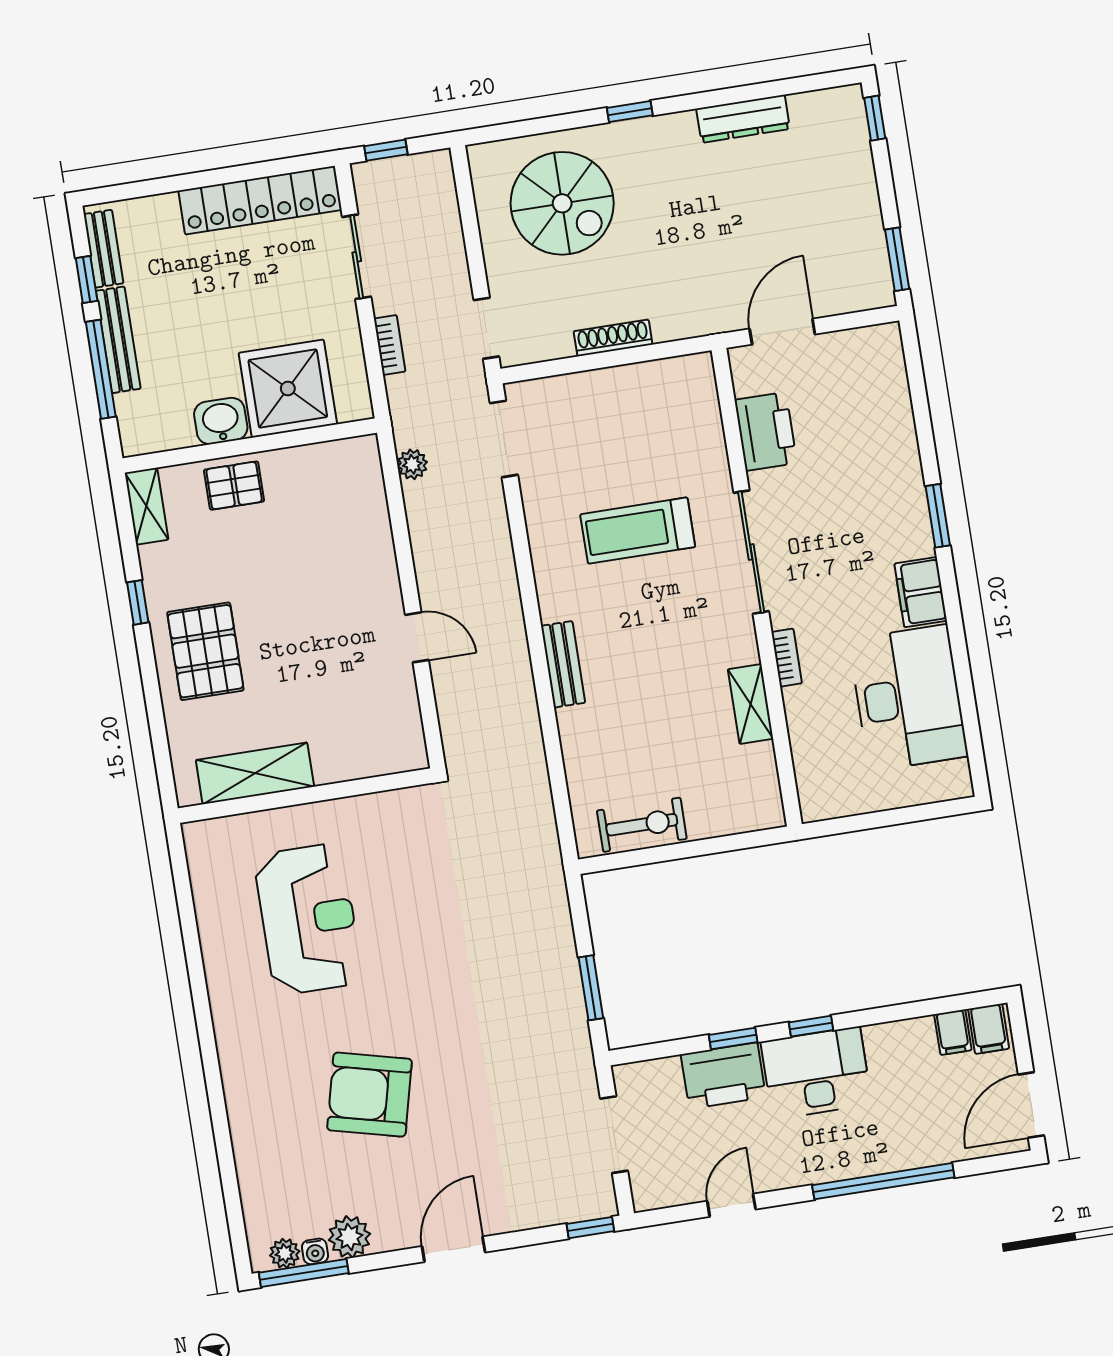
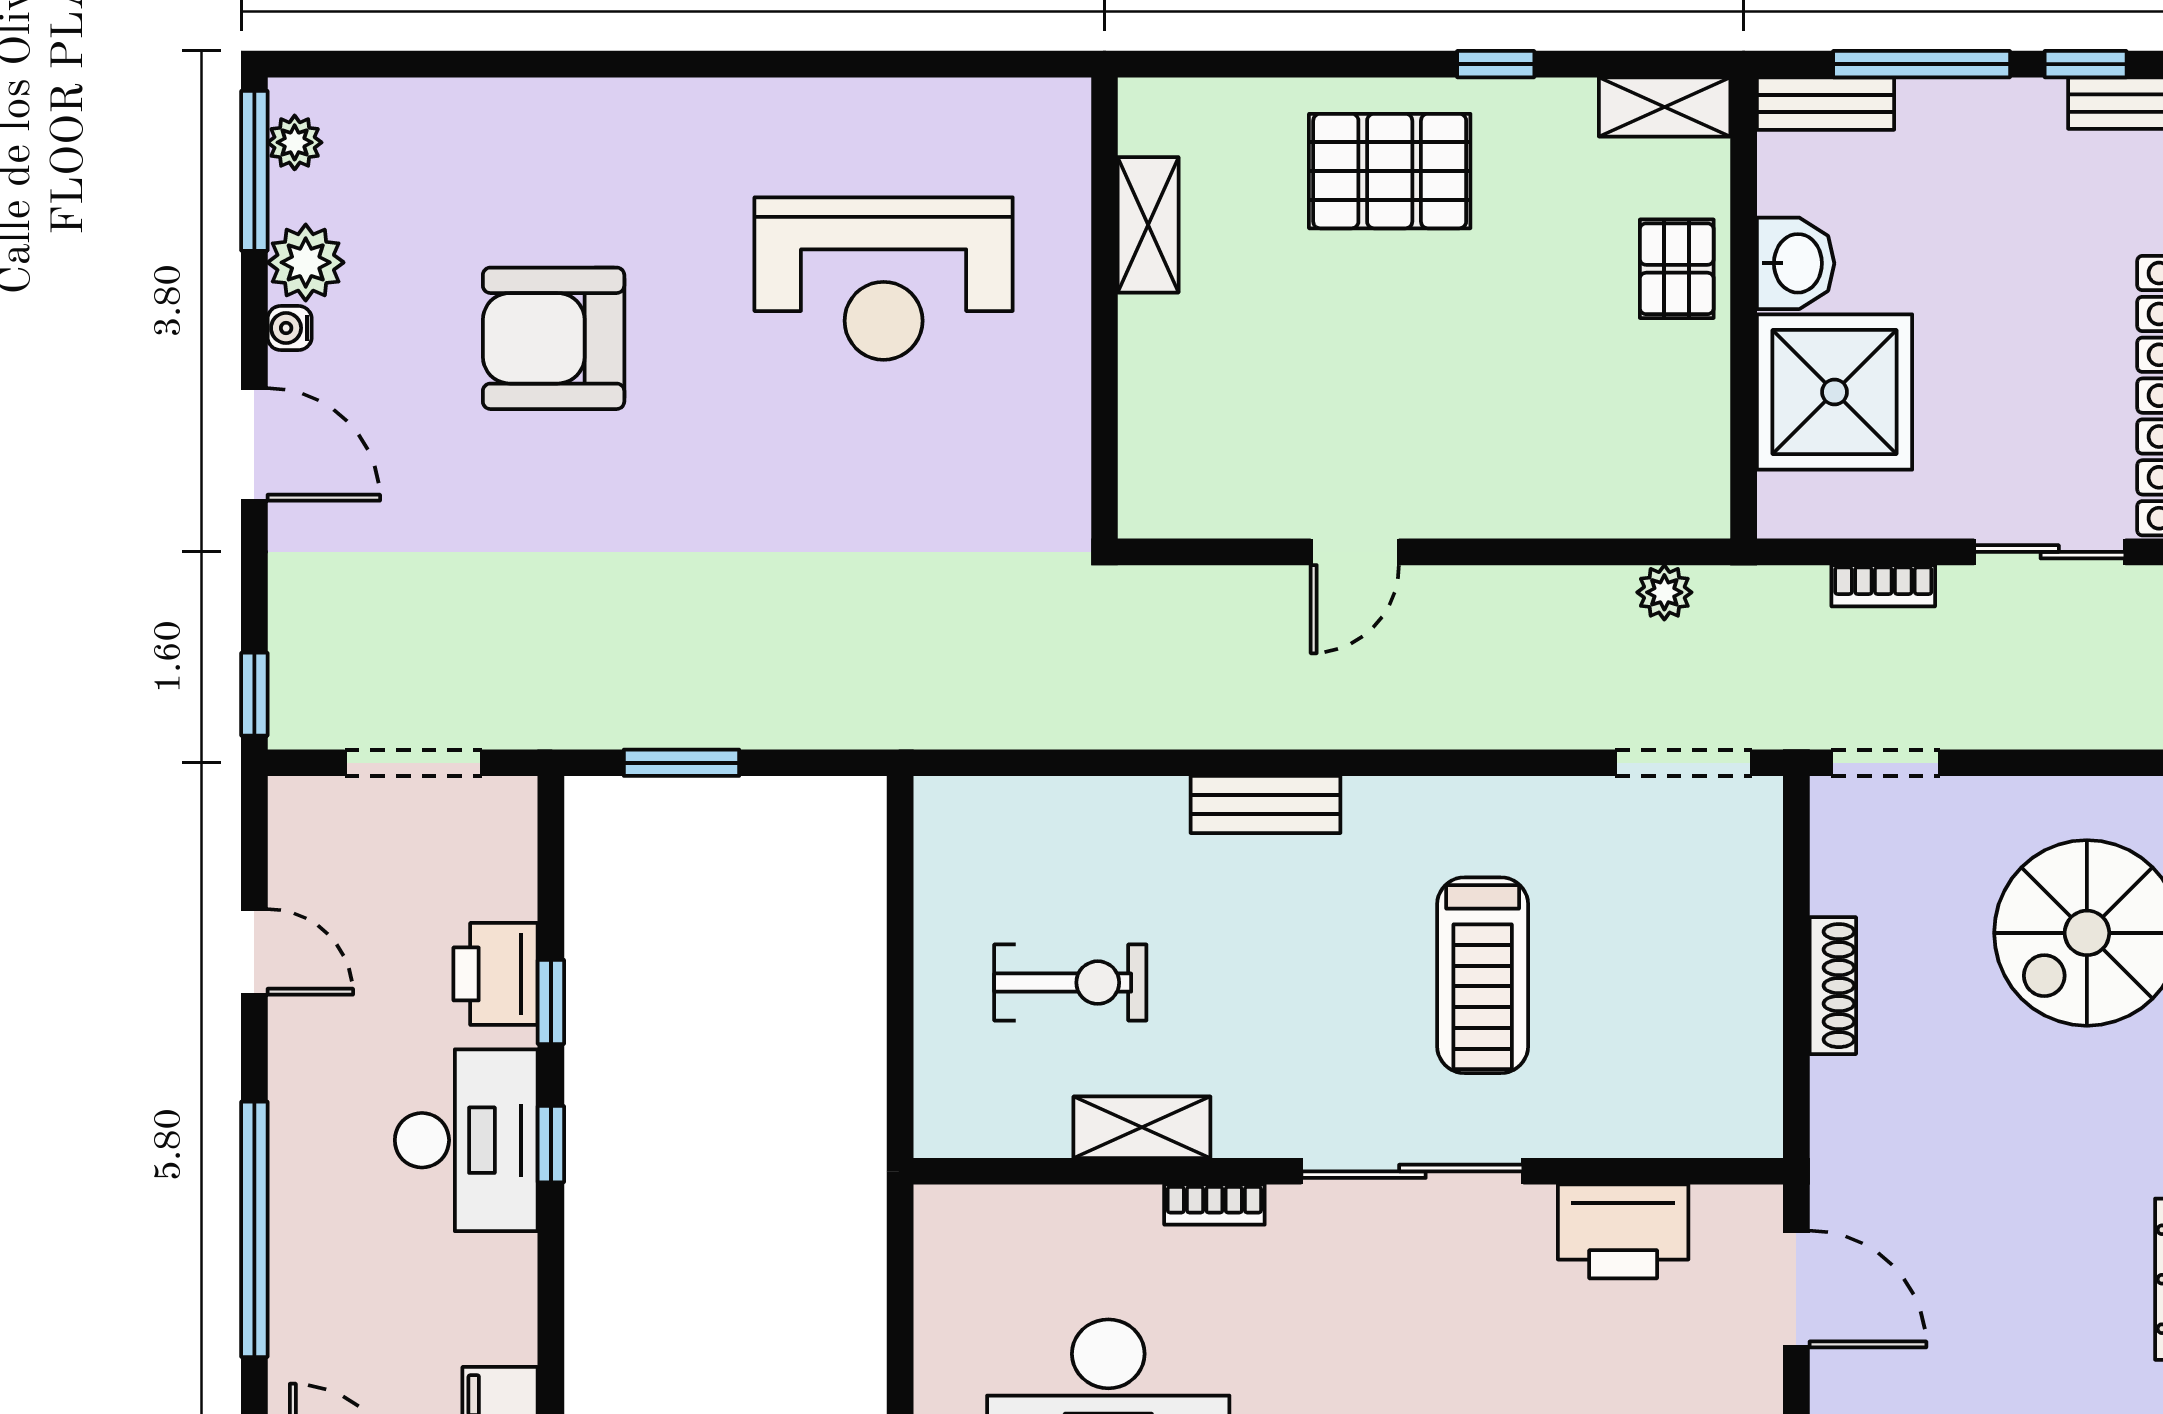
bench: (118, 340) -> (1826, 104), moved, width x0.73
treadmill: (638, 531) -> (1483, 975), turned 180
shelving: (255, 773) -> (1148, 225), width x0.67, depth x0.75
exercise bike: (642, 825) -> (1070, 983), moved, turned -90
printer: (723, 1076) -> (496, 974), width x0.73, depth x0.84
armchair: (370, 1095) -> (554, 338), turned -104
water cooler: (315, 1251) -> (290, 328), moved

